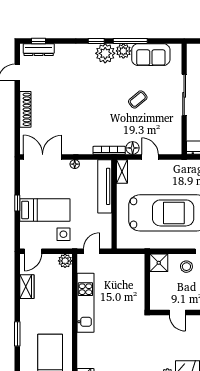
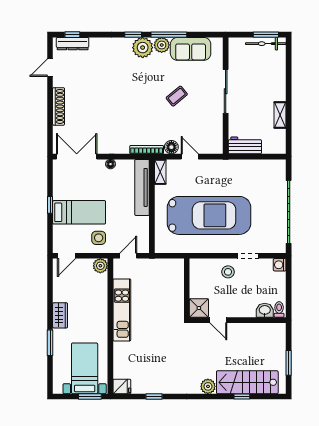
shower: (159, 263) -> (199, 308), moved
wardrobe: (27, 287) -> (60, 315), moved

